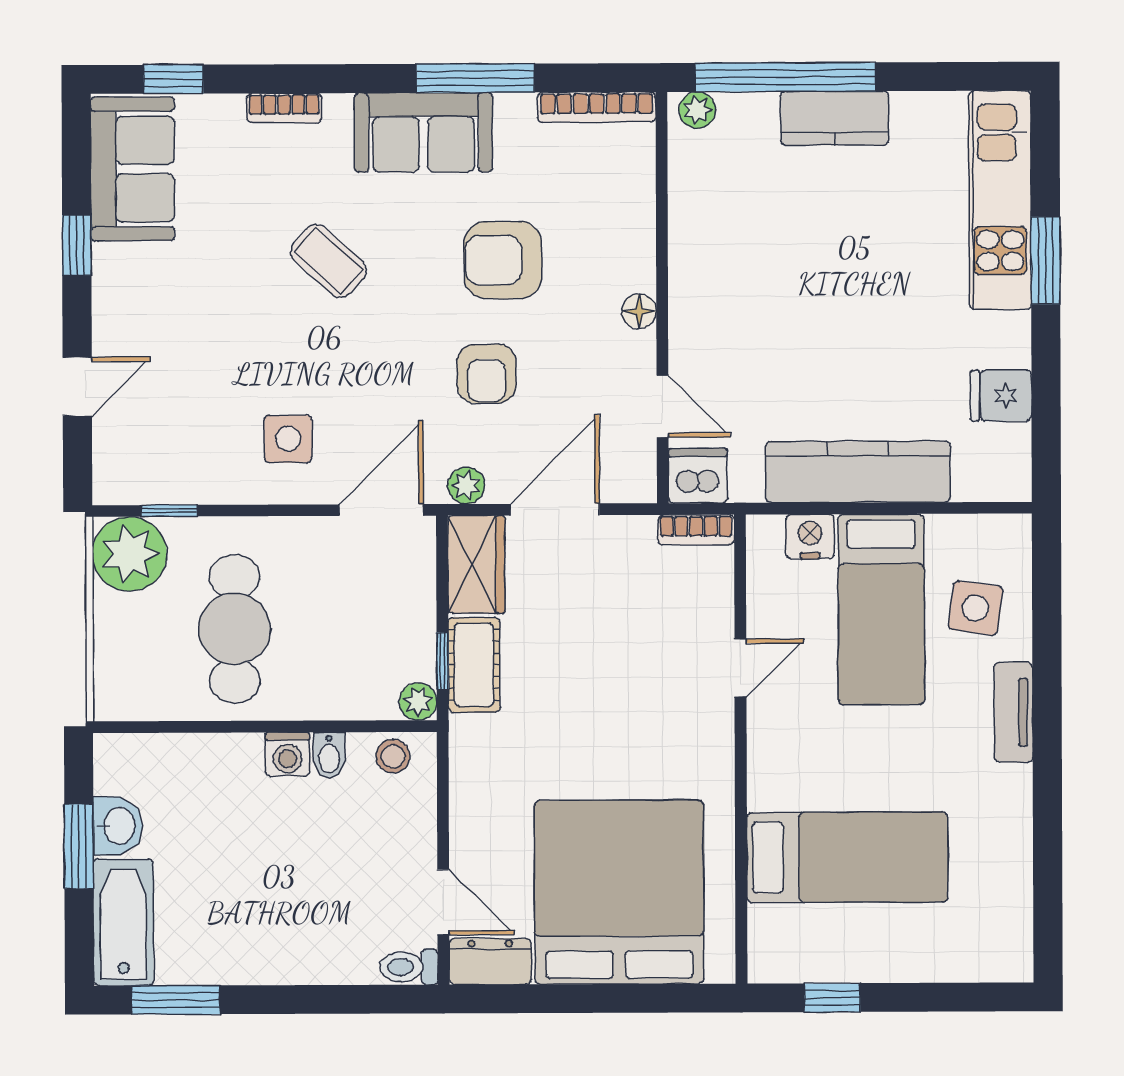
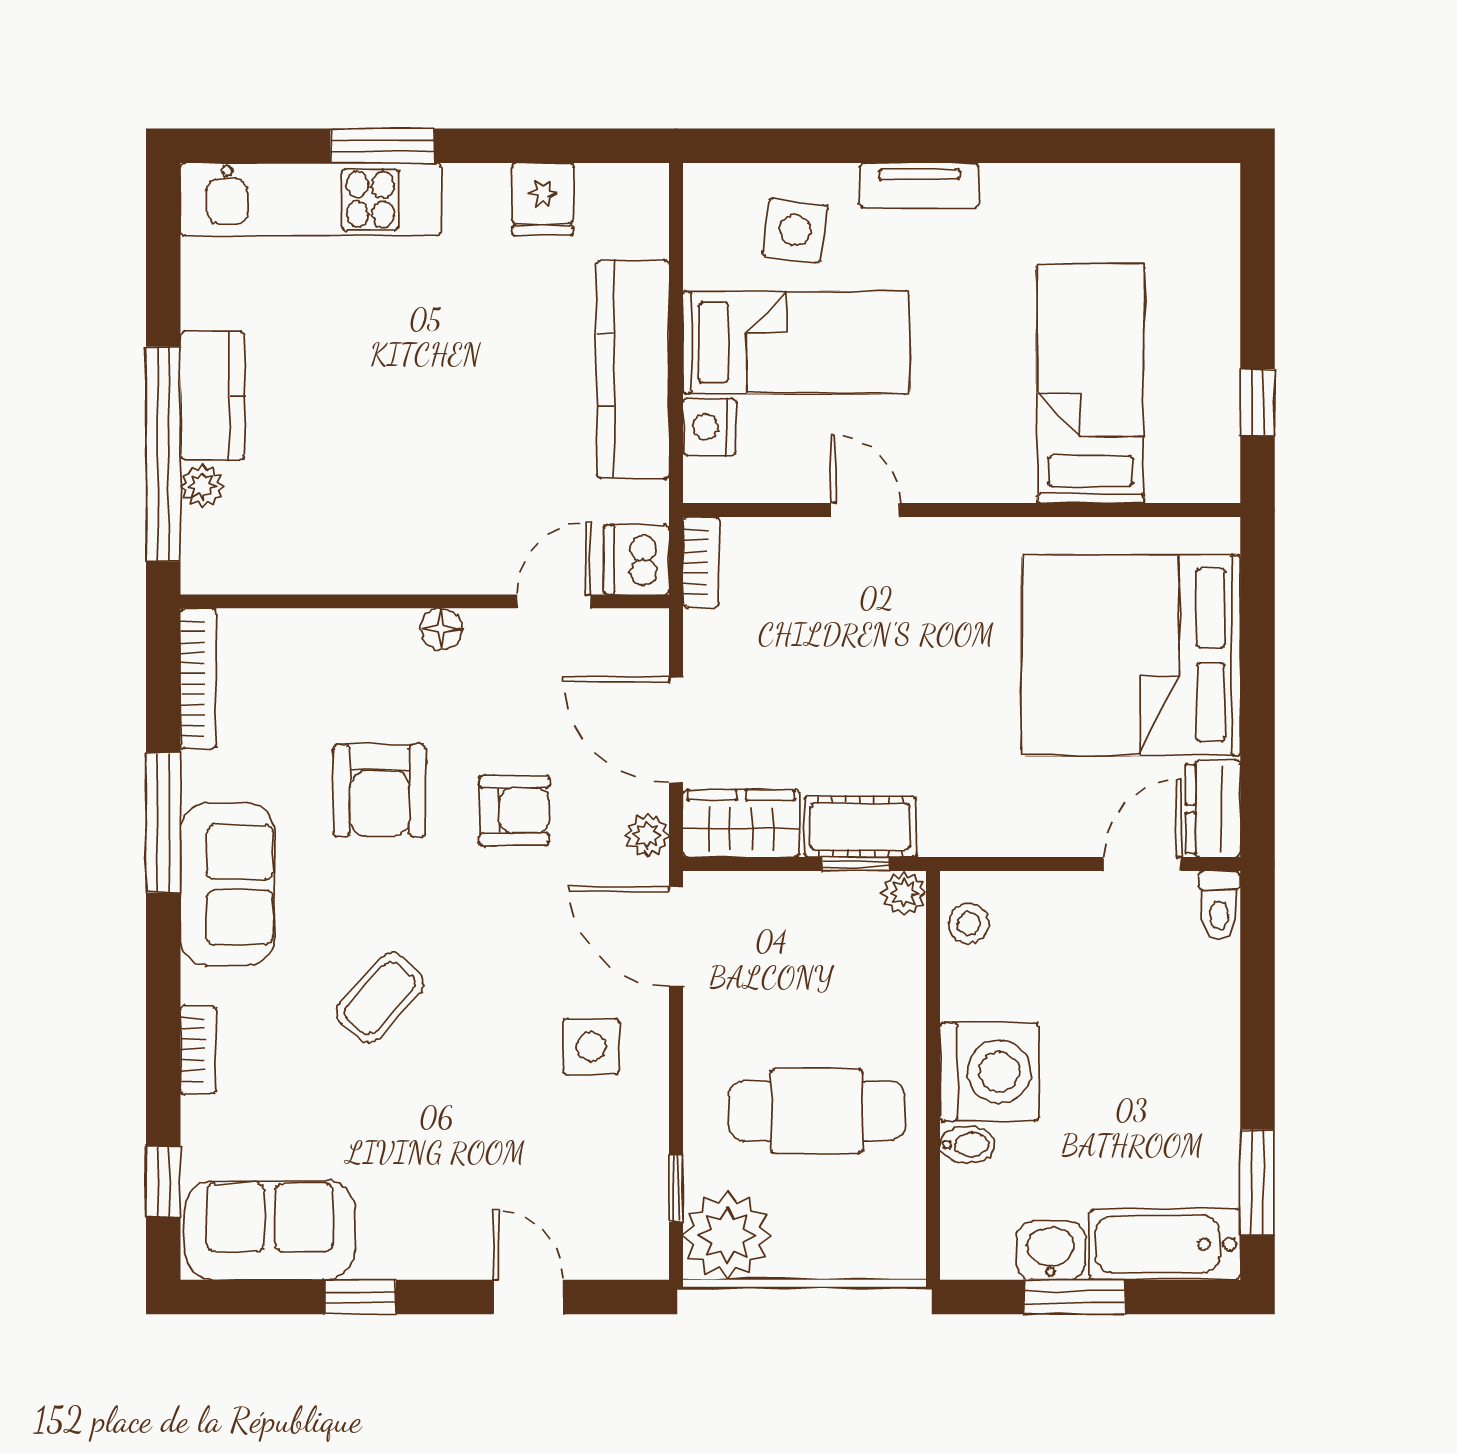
plant: (697, 110) -> (202, 486), moved
washing machine: (287, 754) -> (989, 1072), width x1.89, depth x1.89
bidet: (329, 755) -> (967, 1145), moved

